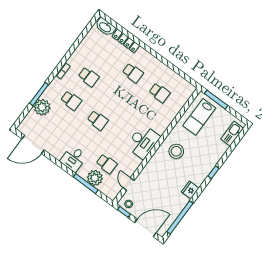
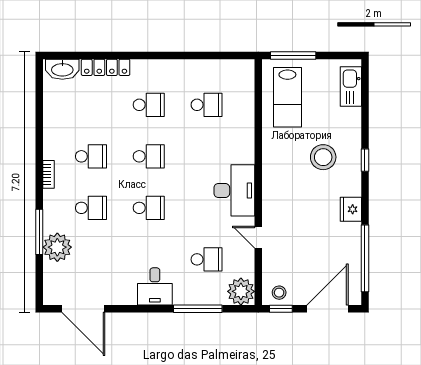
school desk: (115, 97) -> (149, 156), added
door: (33, 144) -> (83, 309), hinge flipped
stool: (176, 151) -> (323, 157), moved
plant: (95, 178) -> (241, 291), moved
door: (128, 184) -> (258, 237), moved

